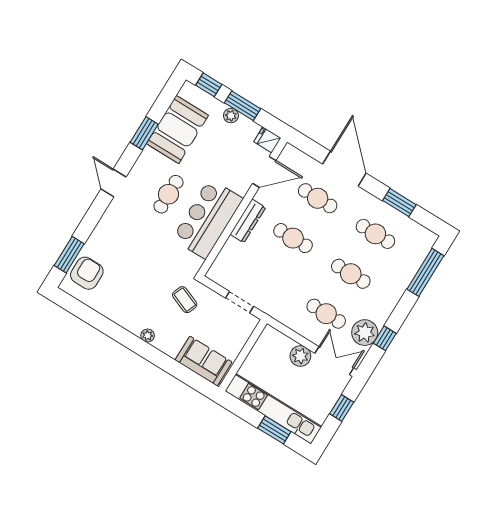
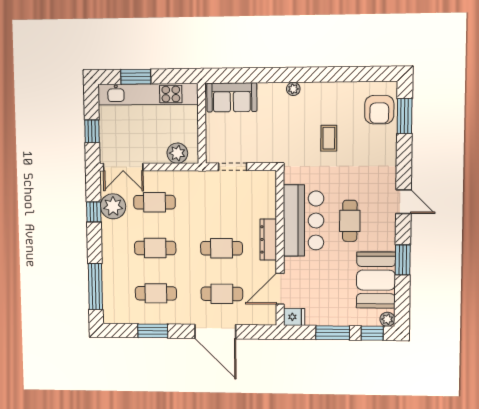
plant: (231, 116) -> (387, 319), moved
coffee table: (185, 300) -> (329, 138), moved, turned 68
plant: (300, 356) -> (177, 153), moved

